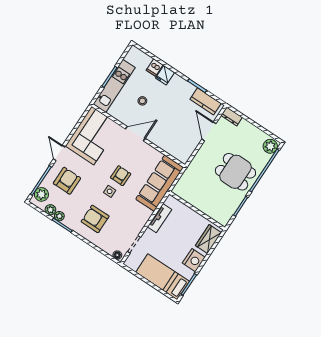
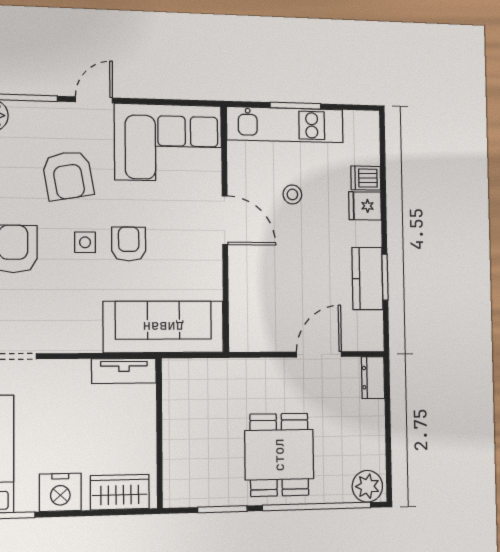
kitchen counter: (206, 101) -> (367, 279), moved
armchair: (121, 176) -> (129, 244), turned -90
armchair: (67, 181) -> (68, 175), moved, turned 80
tv unit: (159, 218) -> (124, 371), moved

